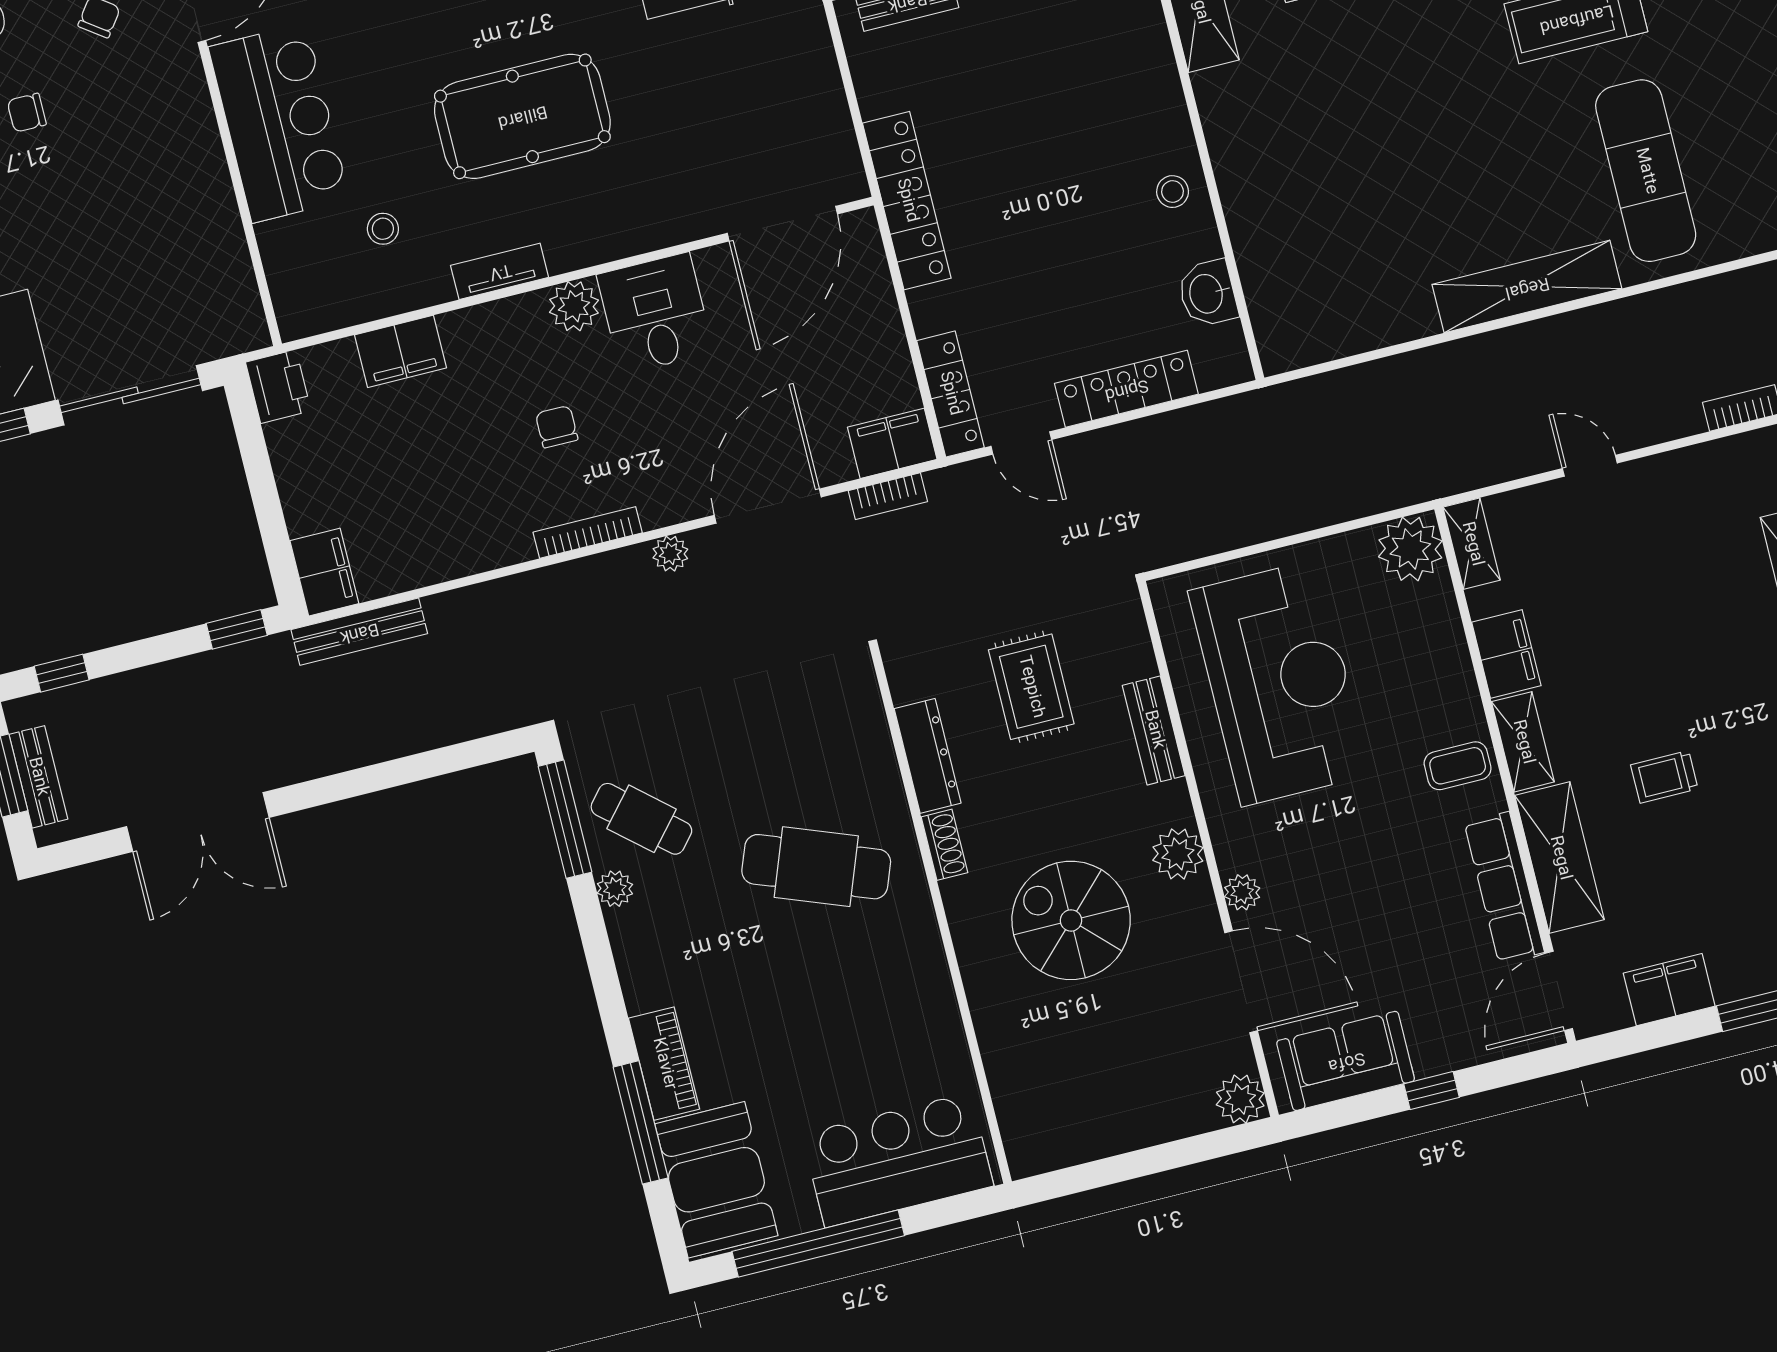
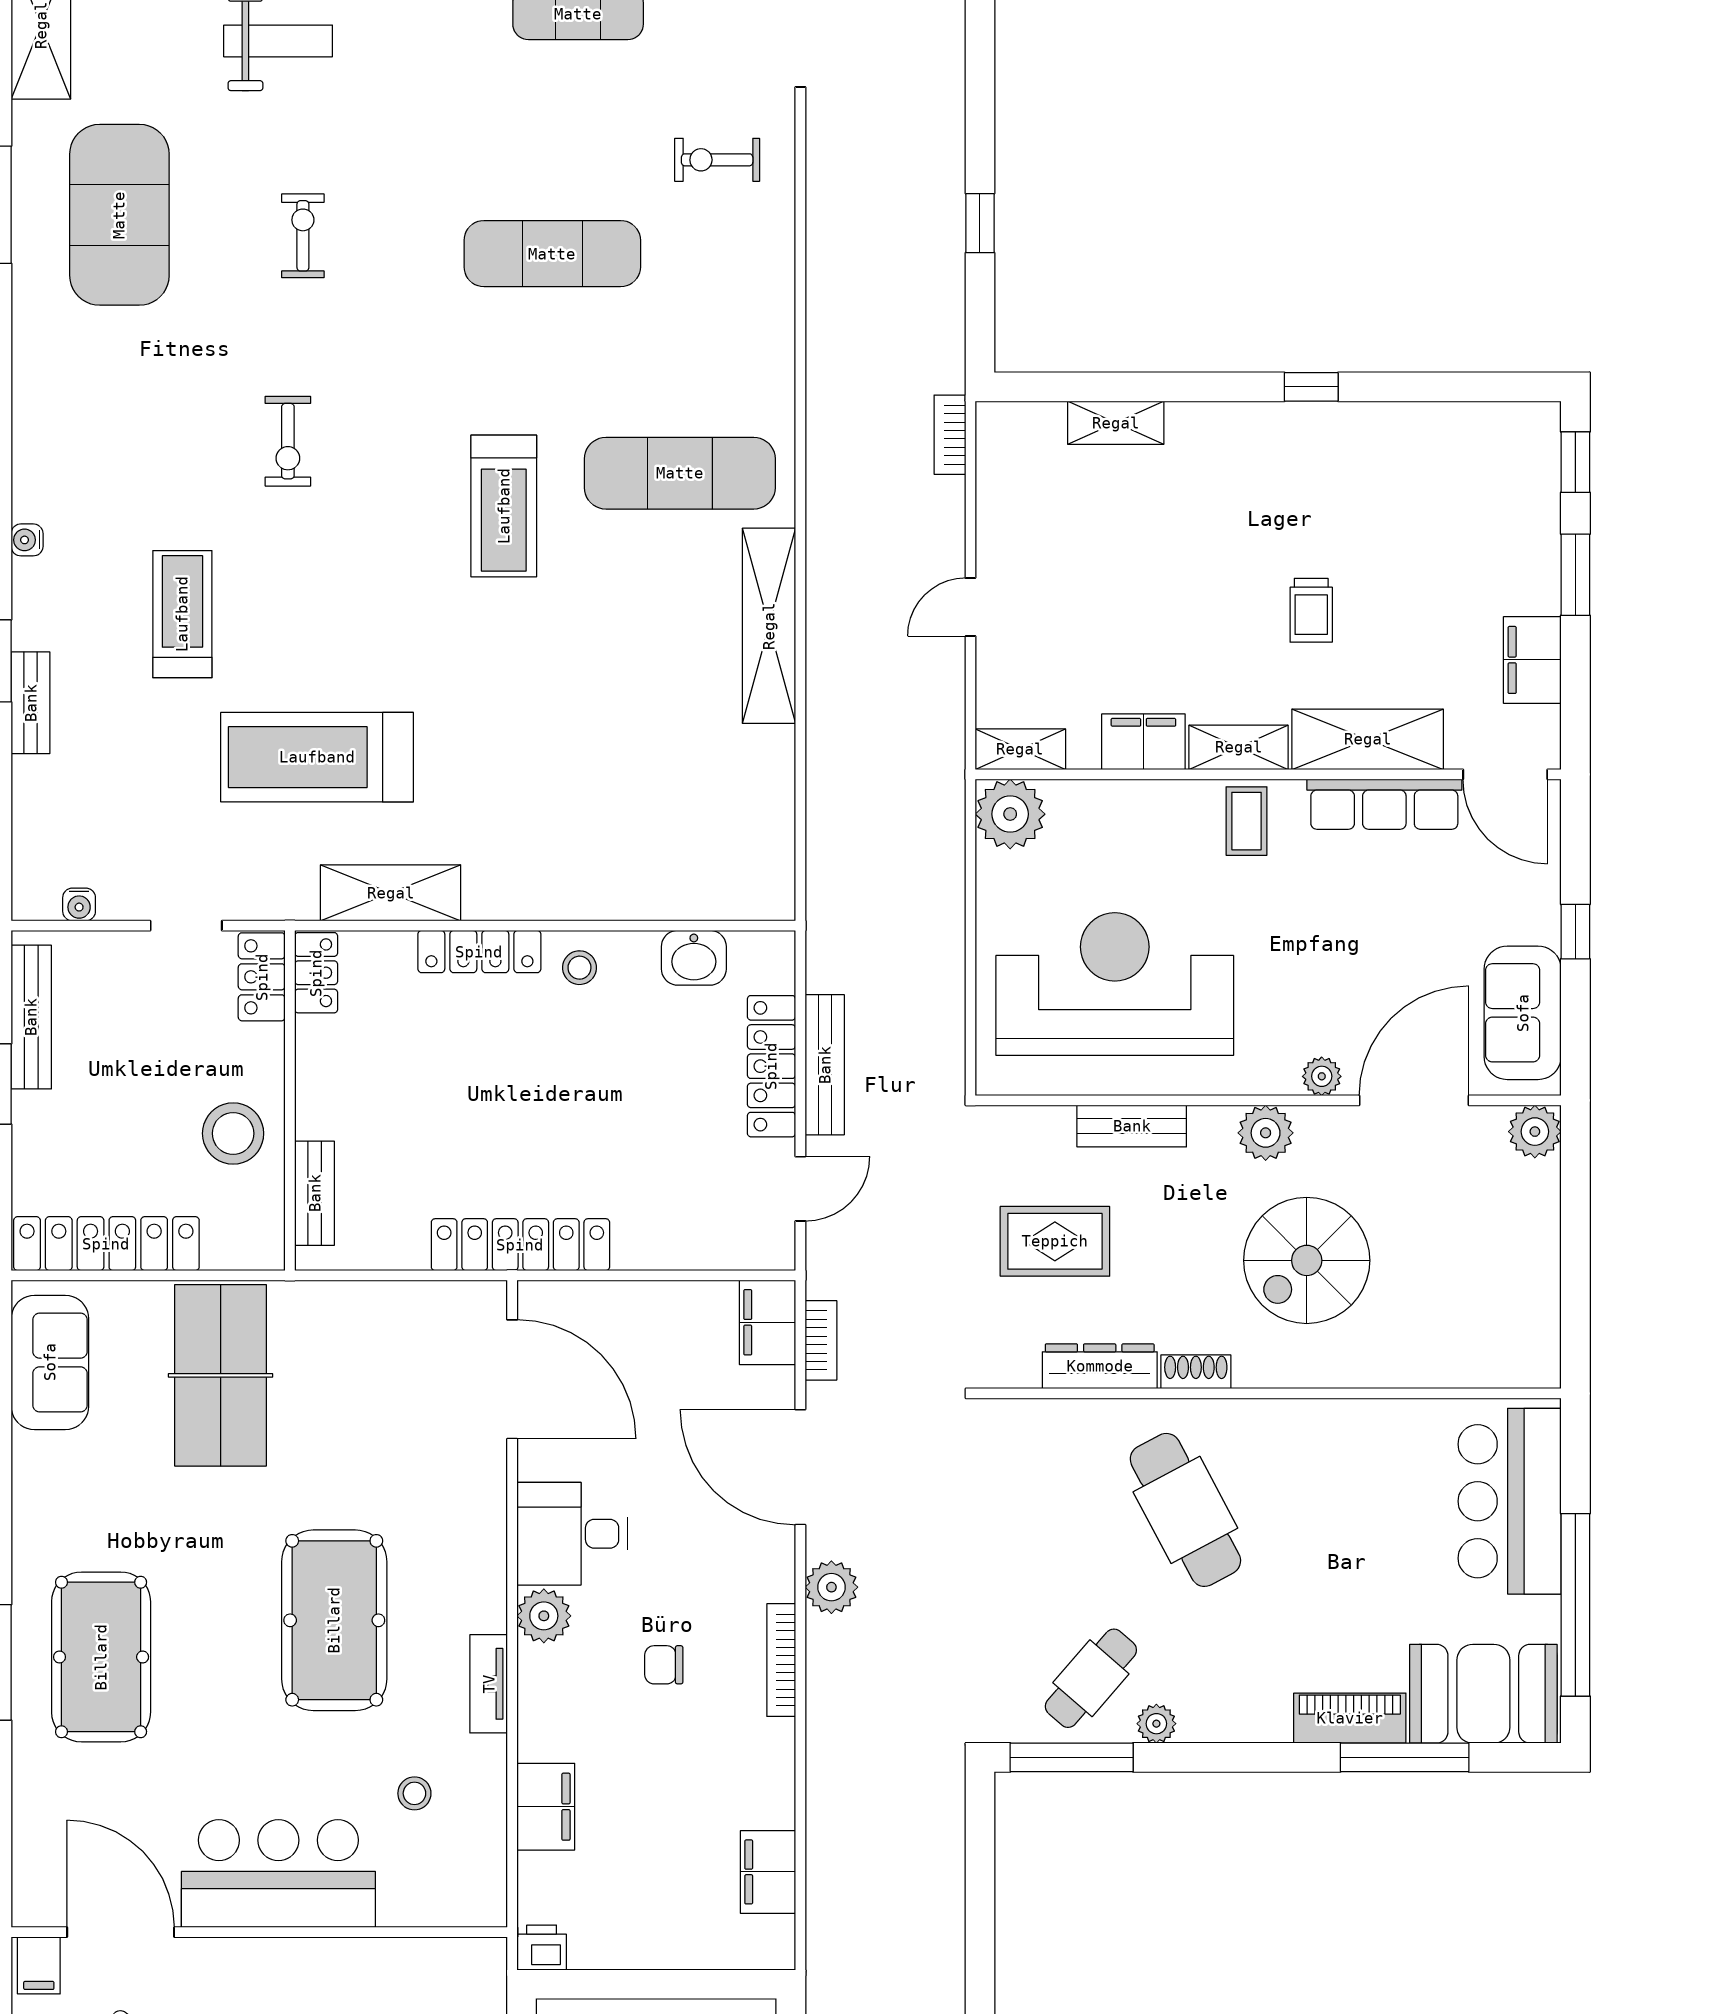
printer: (278, 386) -> (542, 1948), width x0.73, depth x0.81
locker: (950, 394) -> (479, 952), moved, turned 180
plant: (670, 554) -> (831, 1587), width x1.38, depth x1.38
filing cabinet: (324, 572) -> (768, 1872), moved, turned -90
bench: (359, 632) -> (825, 1065), moved
cafe table: (816, 867) -> (1185, 1510), turned -49

